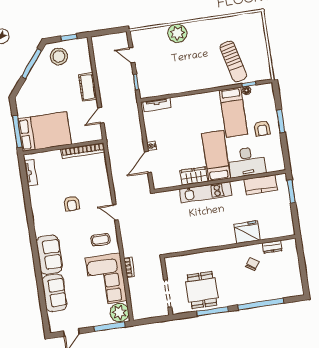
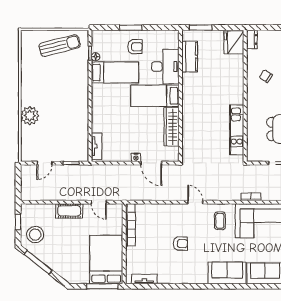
sun lounger: (233, 61) -> (60, 45), moved
wardrobe: (194, 176) -> (172, 127), width x1.50
kitchen unit: (206, 192) -> (237, 130), moved, turned 180
door: (115, 212) -> (195, 202), swing flipped
fridge: (247, 232) -> (234, 42), moved
dresser: (272, 247) -> (252, 39), moved

